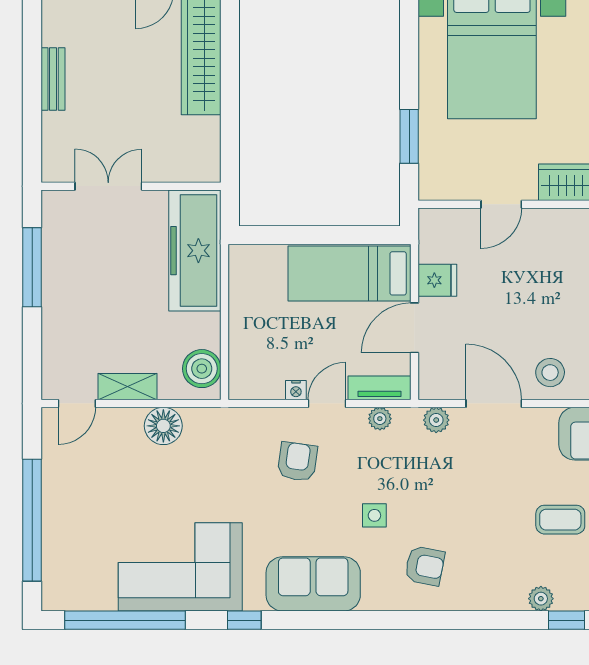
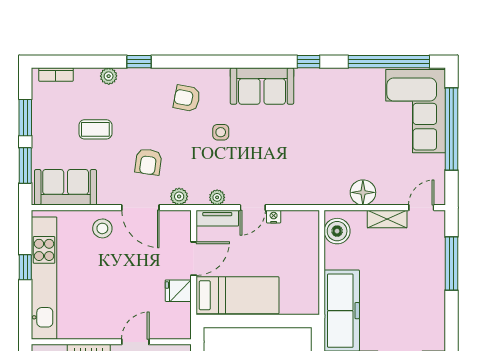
window: (32, 267) -> (451, 264), moved
armchair: (297, 462) -> (148, 162), moved
corner sofa: (180, 567) -> (416, 111), moved, turned 90
window: (566, 620) -> (139, 62), moved

